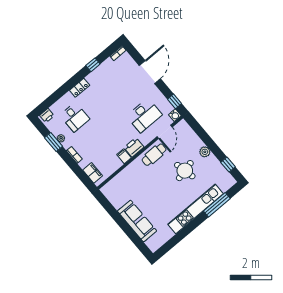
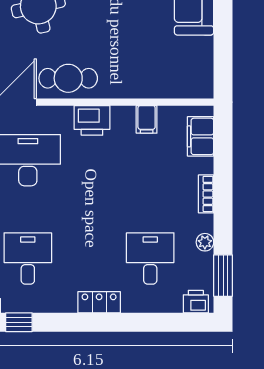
window: (93, 65) -> (19, 322), moved
desk: (116, 82) -> (28, 258), added
window: (53, 142) -> (223, 276), moved
filing cabinet: (124, 156) -> (147, 119), moved

